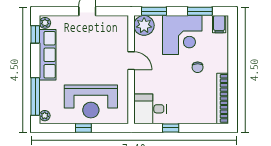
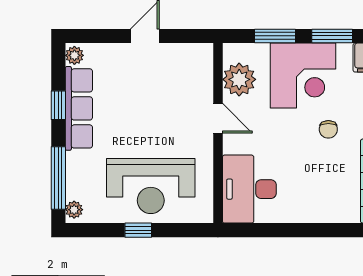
window: (154, 11) -> (275, 36), moved
plant: (144, 25) -> (239, 79), moved
window: (35, 34) -> (58, 105), moved
desk: (150, 109) -> (249, 189), width x1.37
window: (171, 128) -> (283, 230), removed

